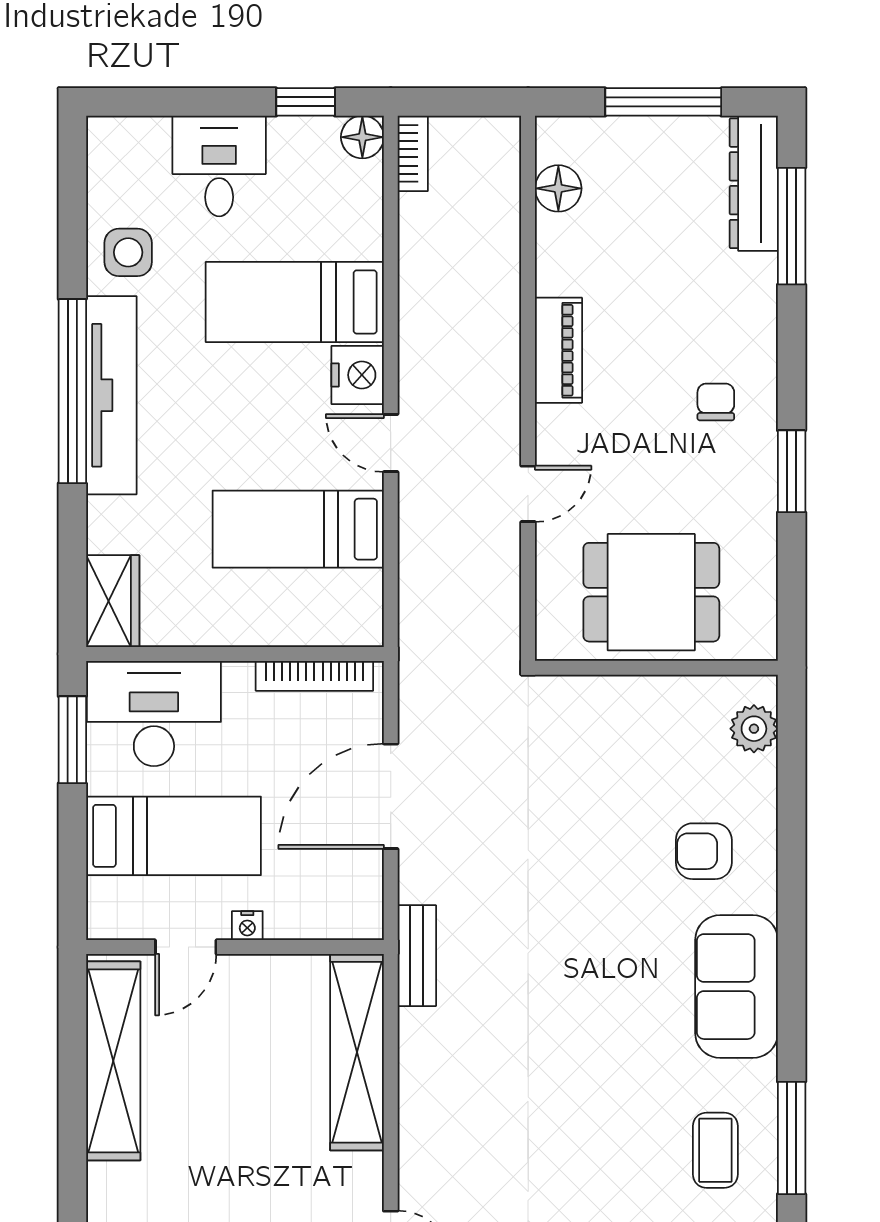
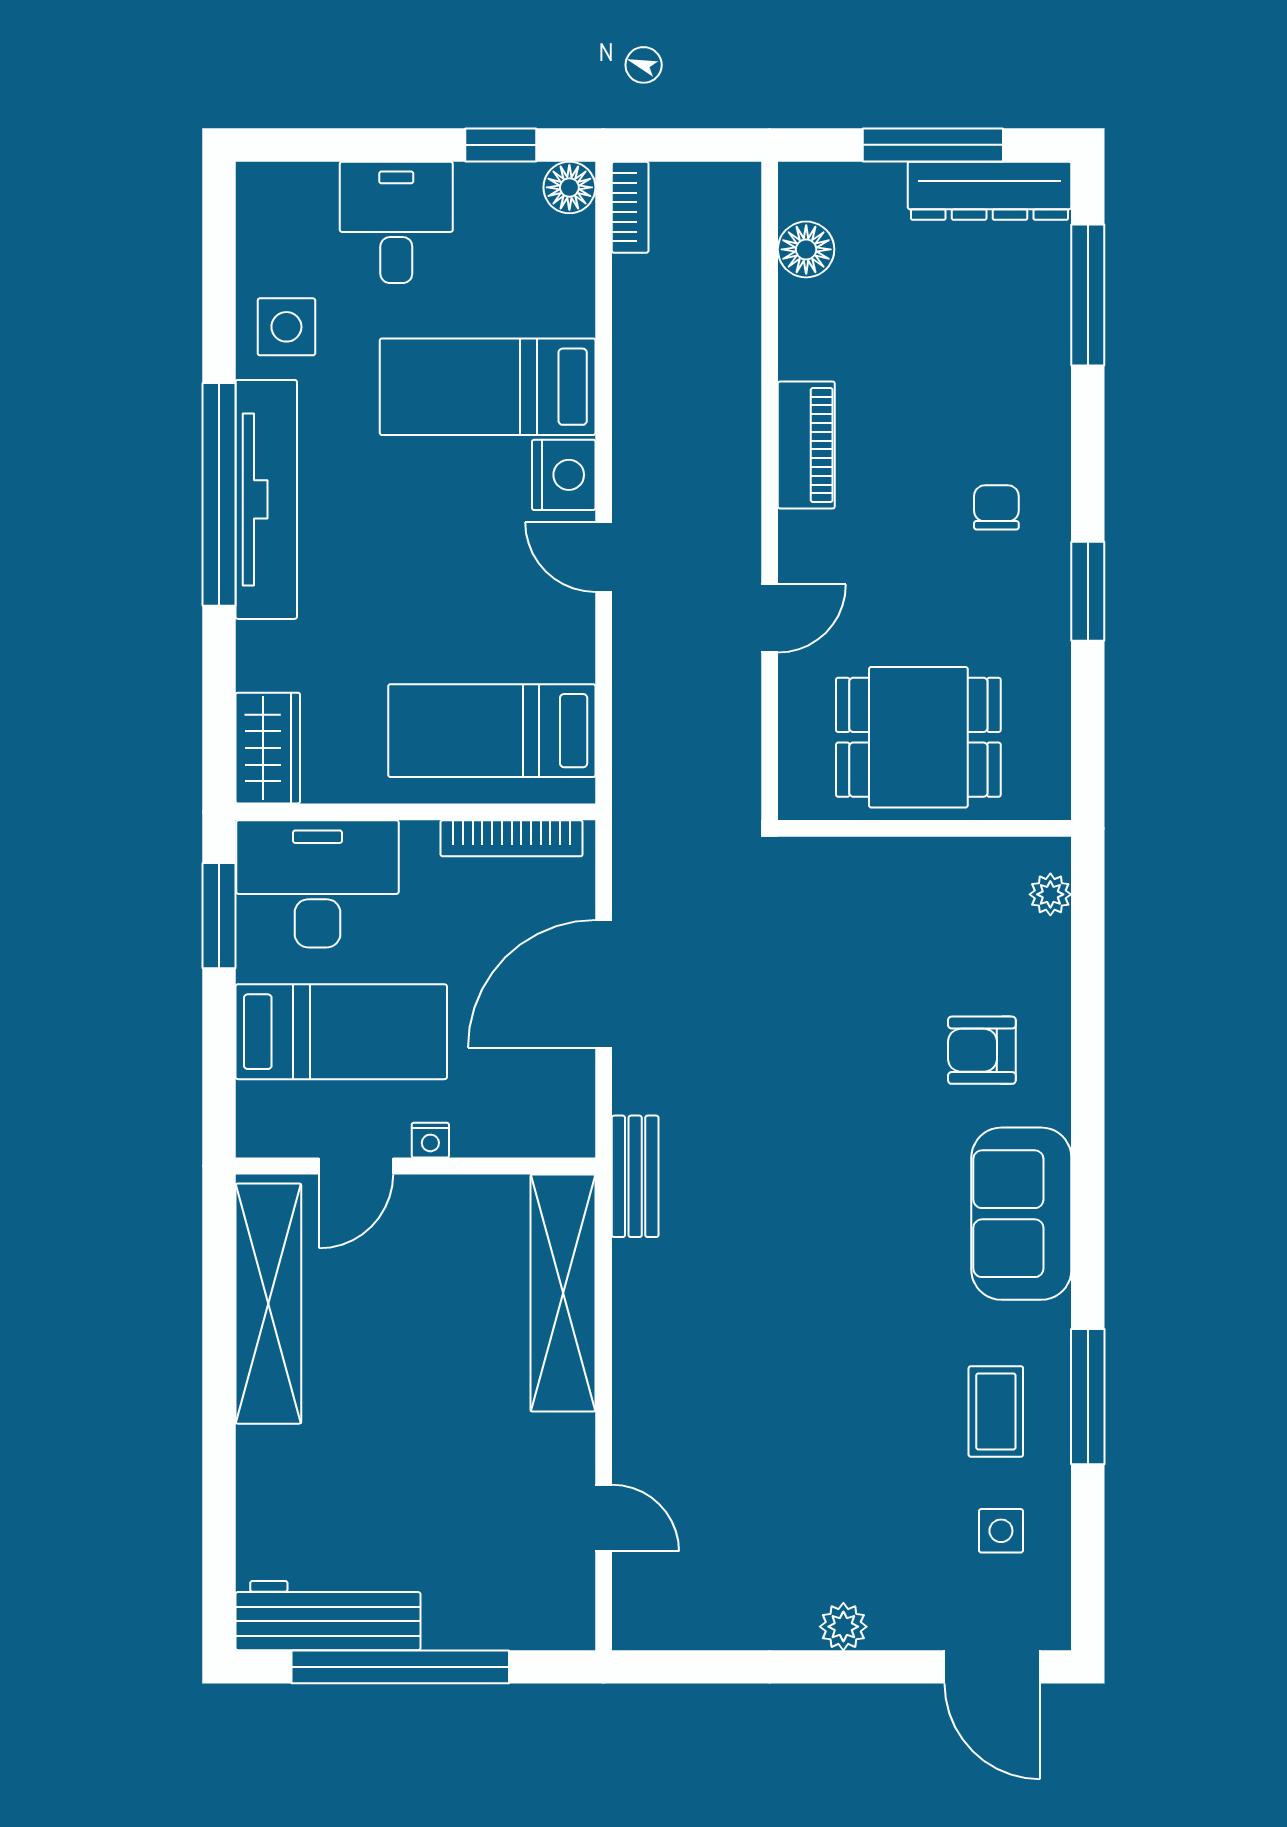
dresser: (754, 183) -> (990, 191), moved, turned -90
bed: (298, 529) -> (492, 731), moved
plant: (754, 729) -> (1050, 894), width x0.73, depth x0.73

